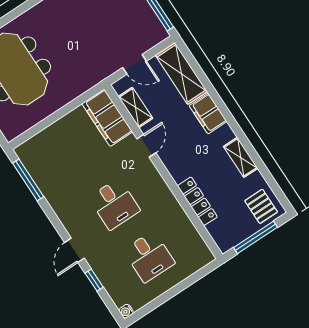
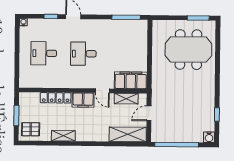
filing cabinet: (208, 114) -> (83, 100), moved, turned 180
window: (256, 237) -> (16, 115), width x0.69

